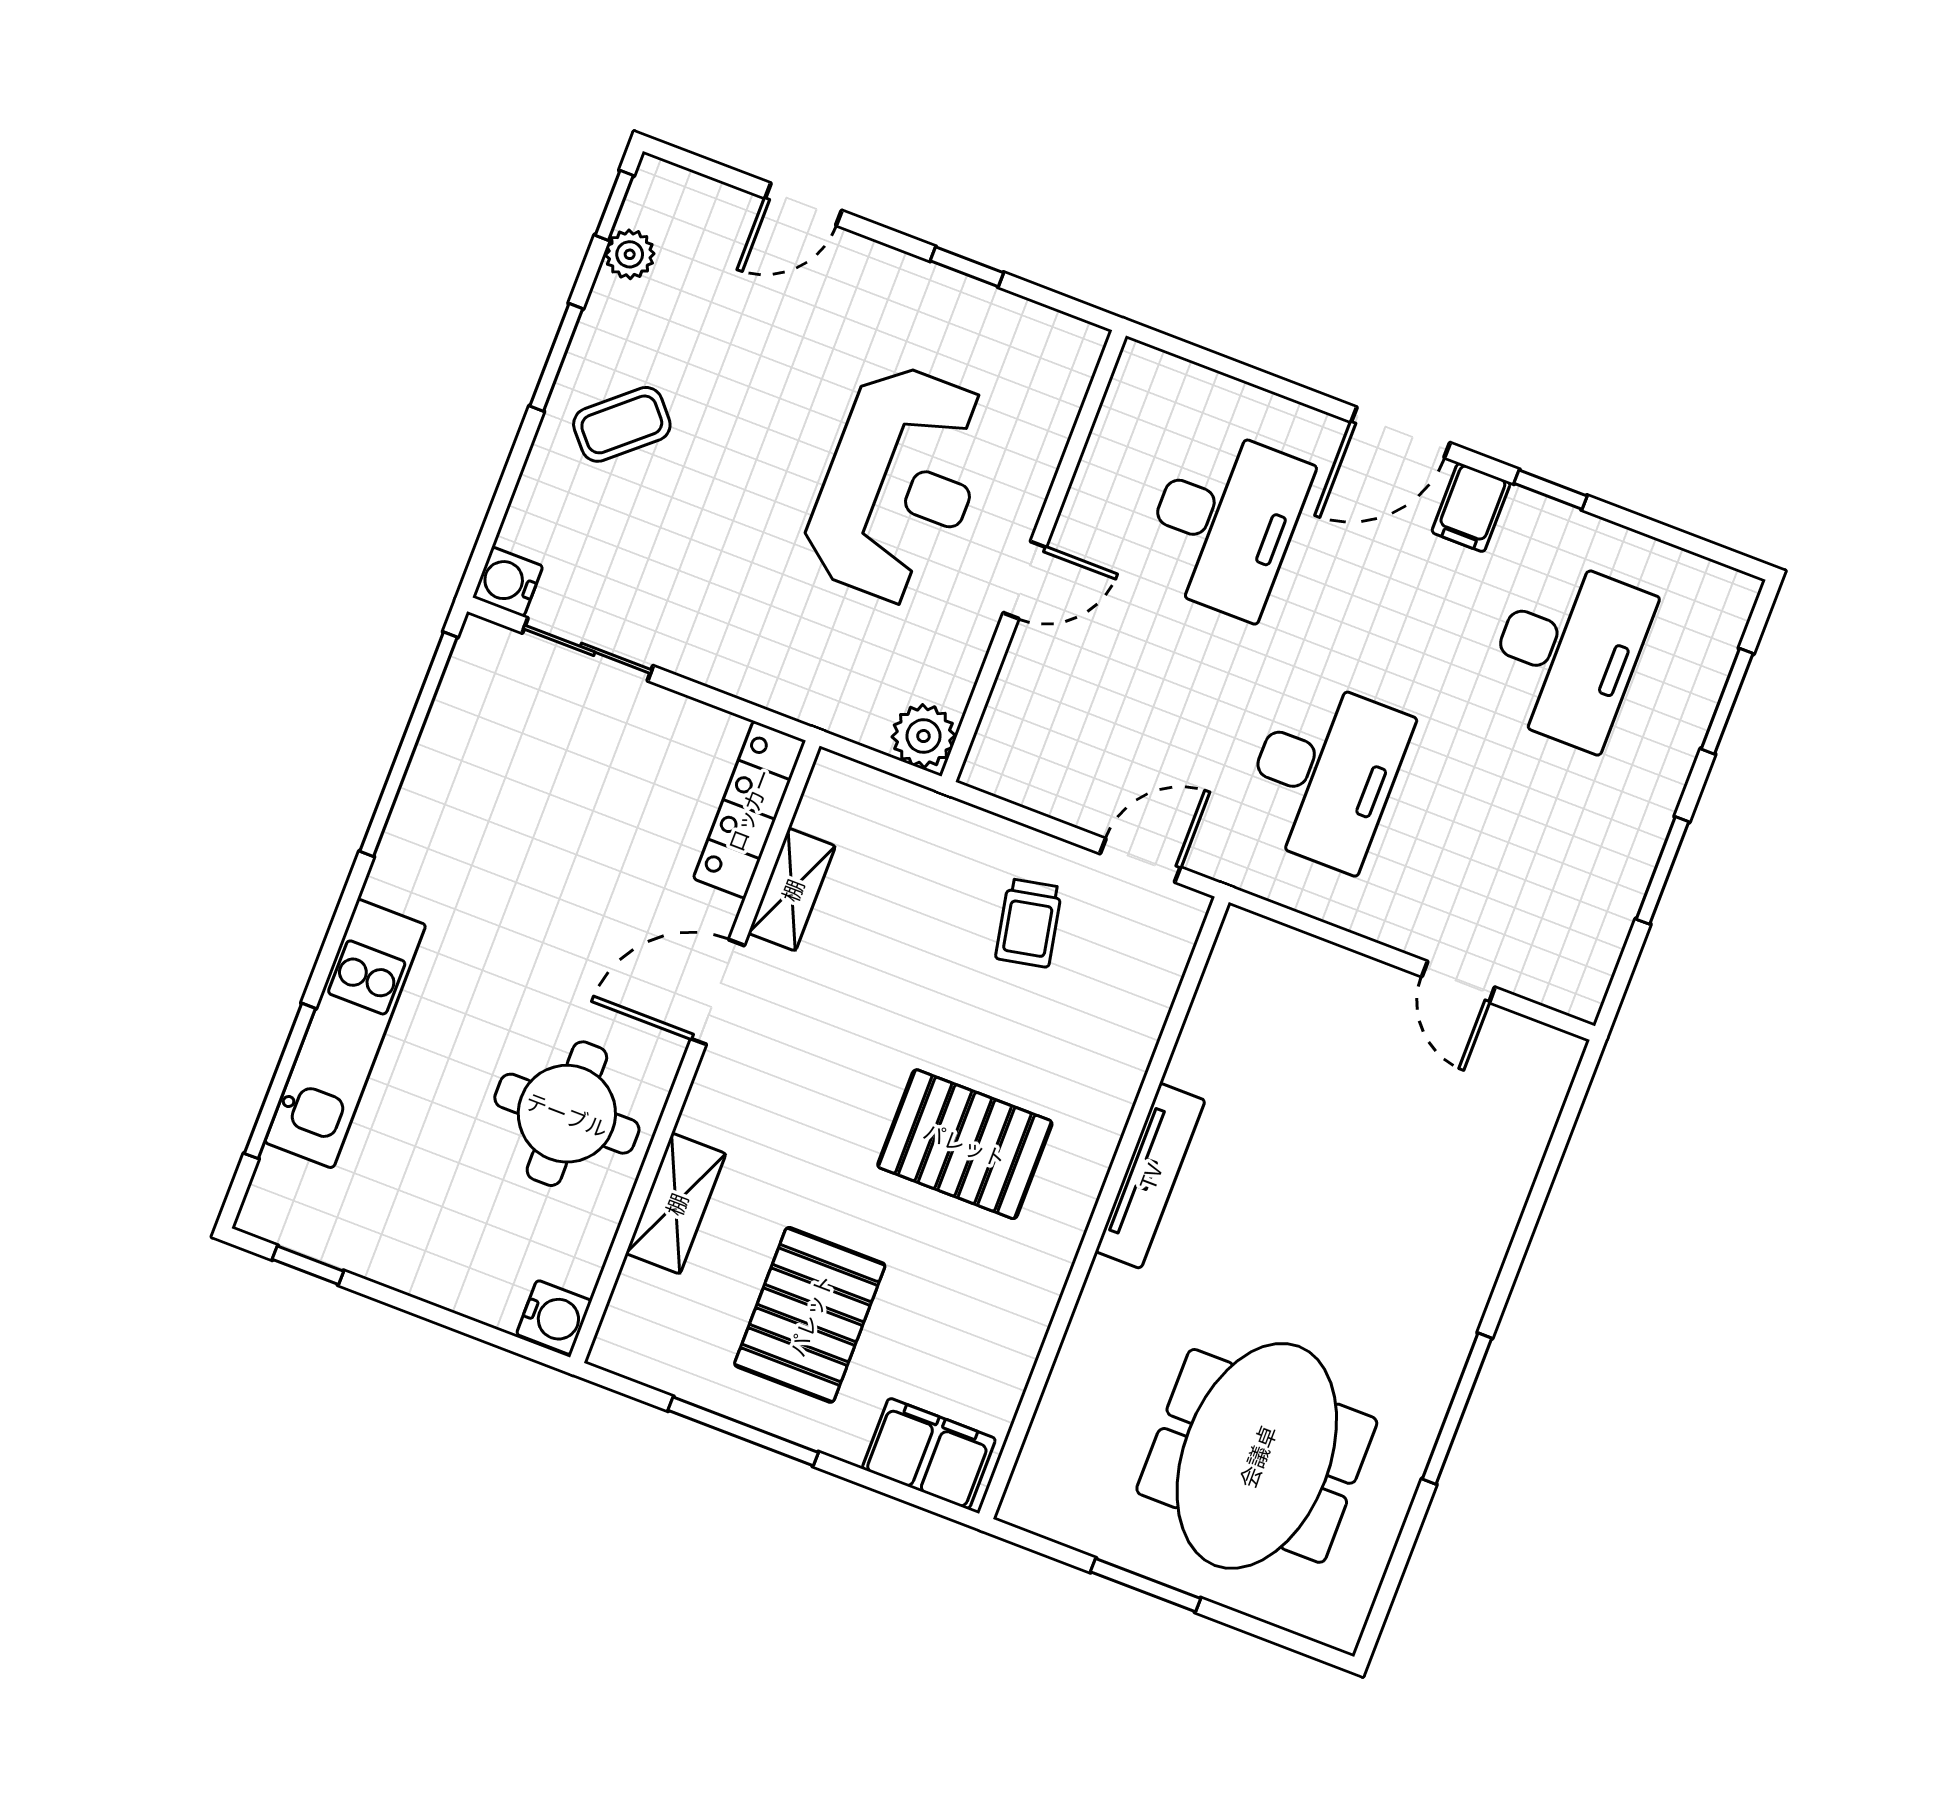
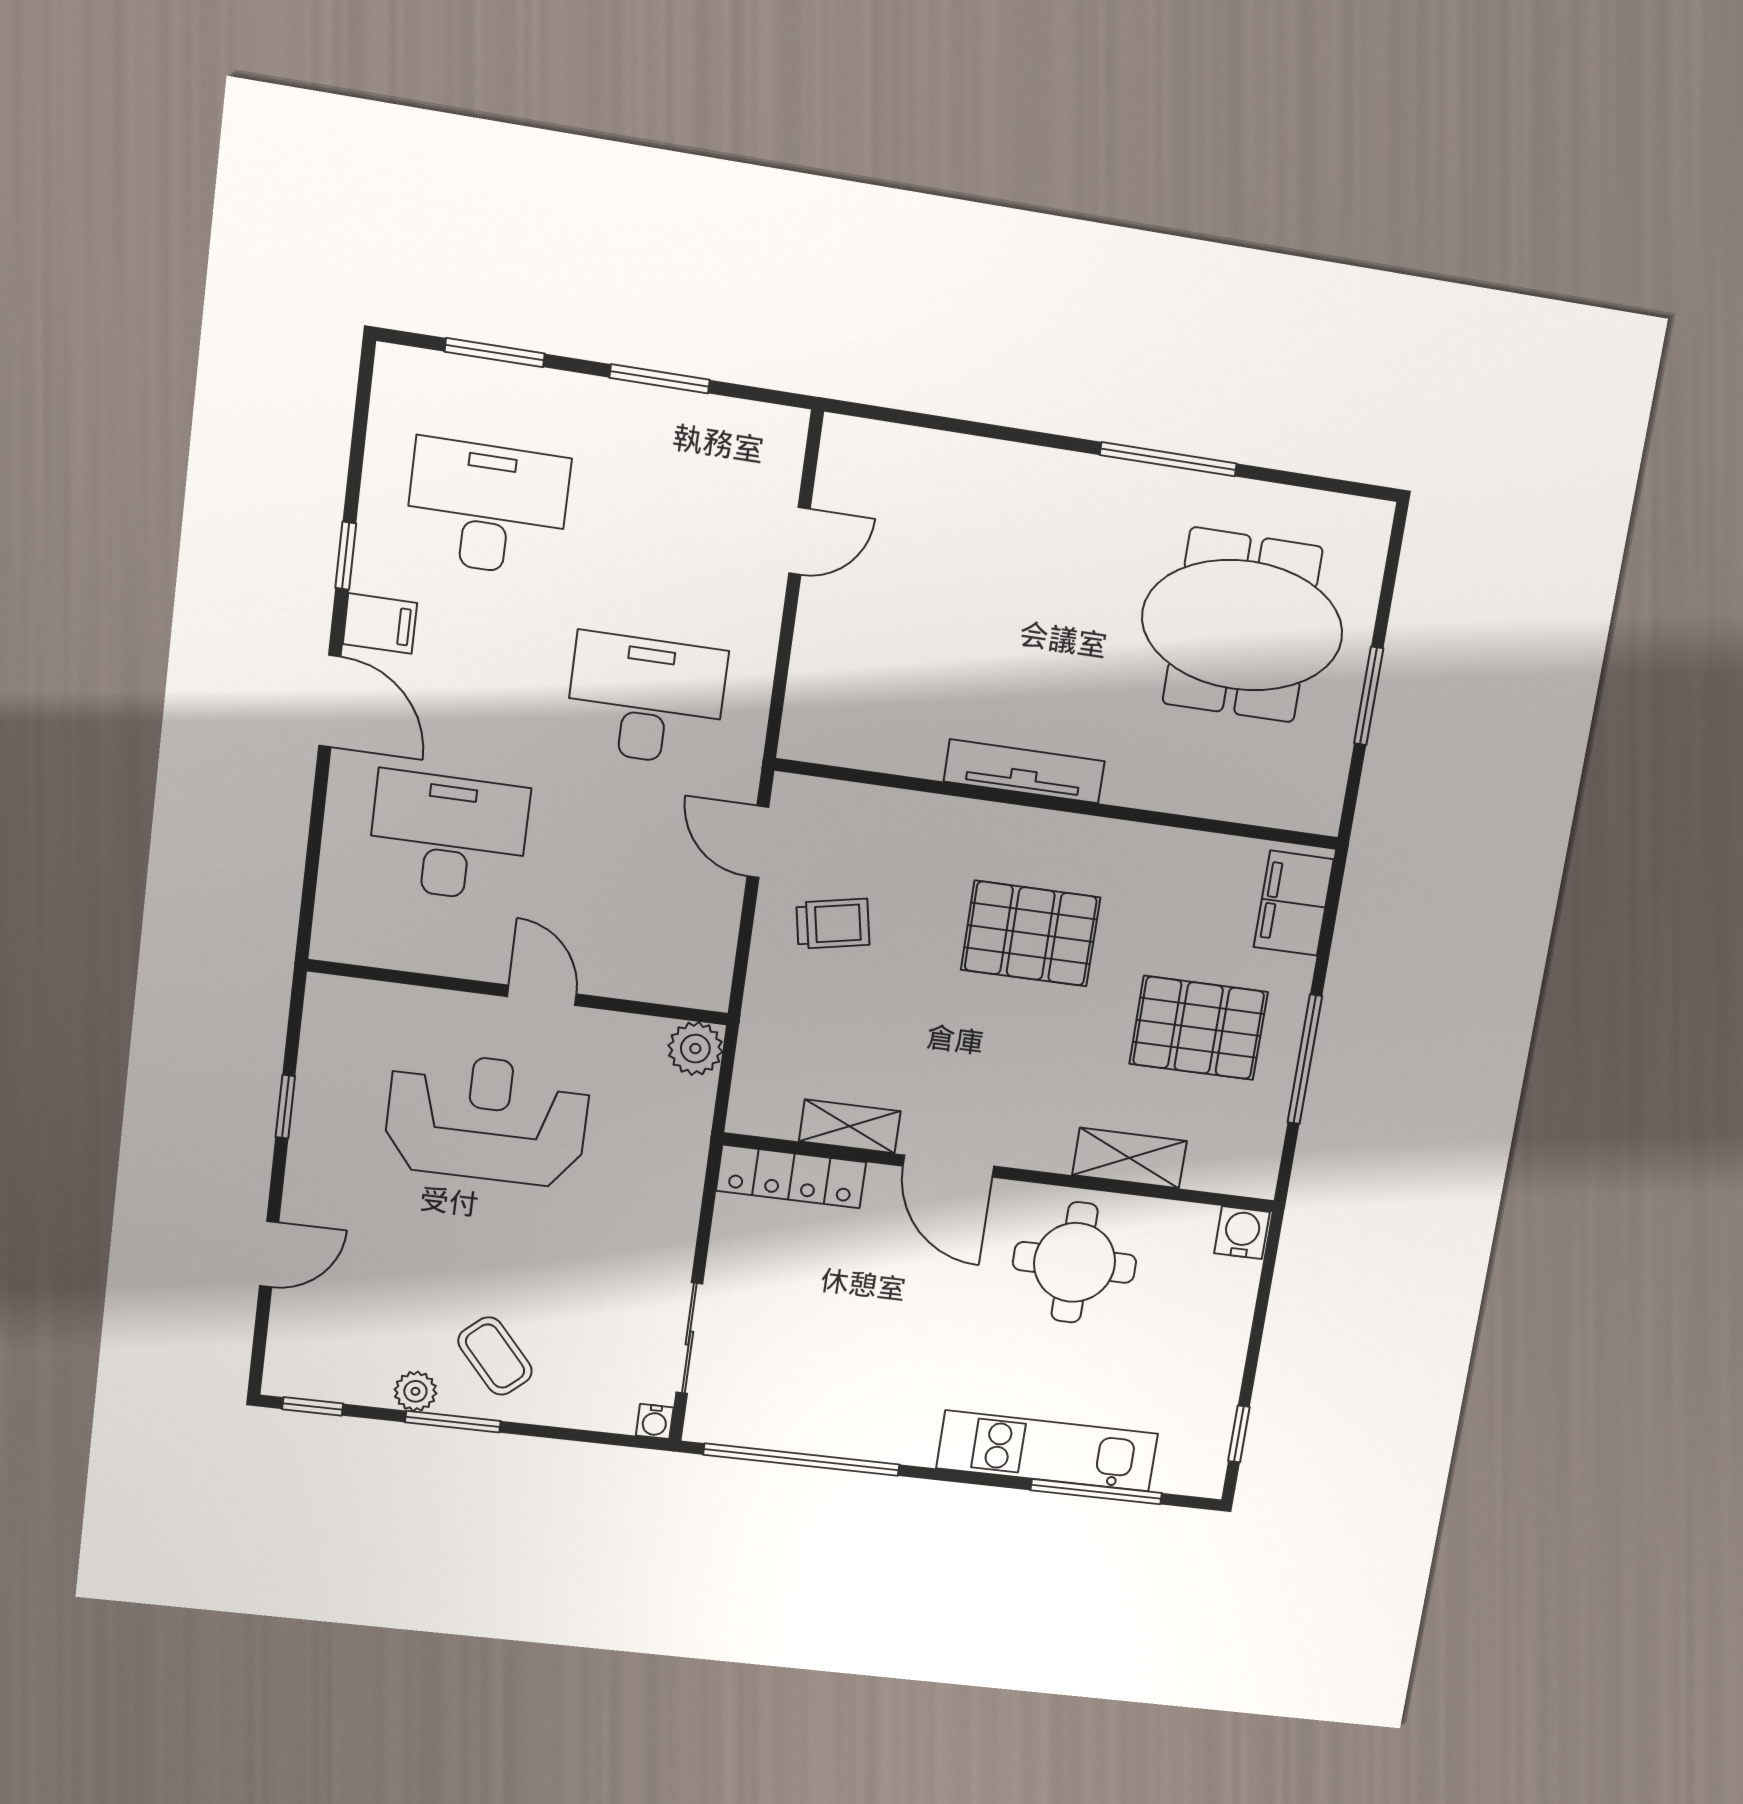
door: (803, 204) -> (269, 1254), hinge flipped
plant: (630, 254) -> (415, 1391), moved
water cooler: (508, 582) -> (655, 1421), width x0.72, depth x0.72
pallet: (965, 1144) -> (1031, 934), turned 90

